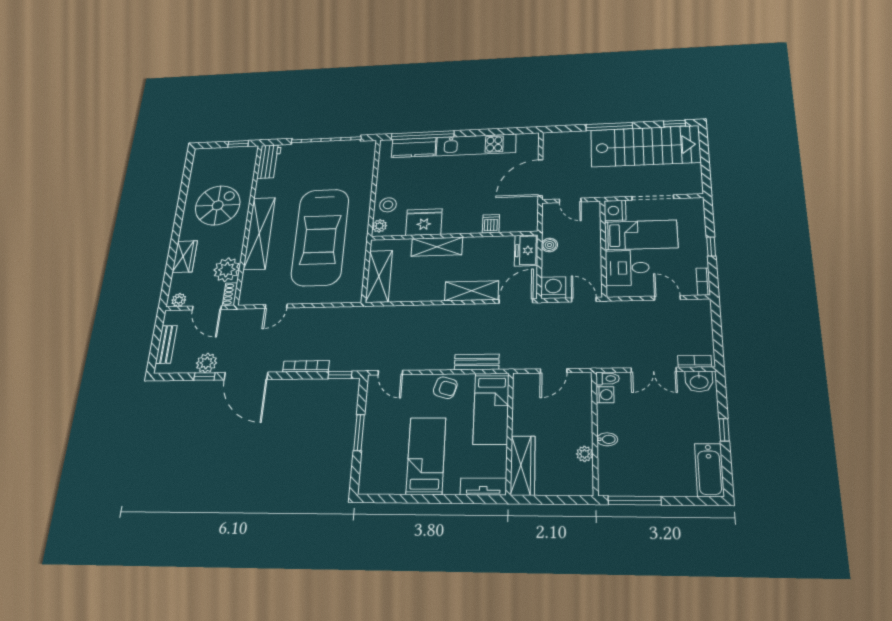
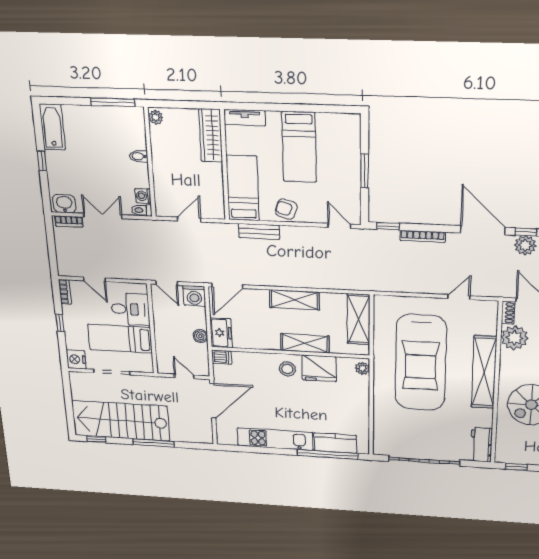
stool: (388, 205) -> (287, 369), moved
nightstand: (615, 210) -> (76, 359), moved, turned 180
dishwasher: (491, 224) -> (222, 357), moved, turned -90
car: (320, 237) -> (421, 363), turned 180
shelving: (472, 291) -> (294, 300), moved
plant: (585, 454) -> (156, 117), moved

